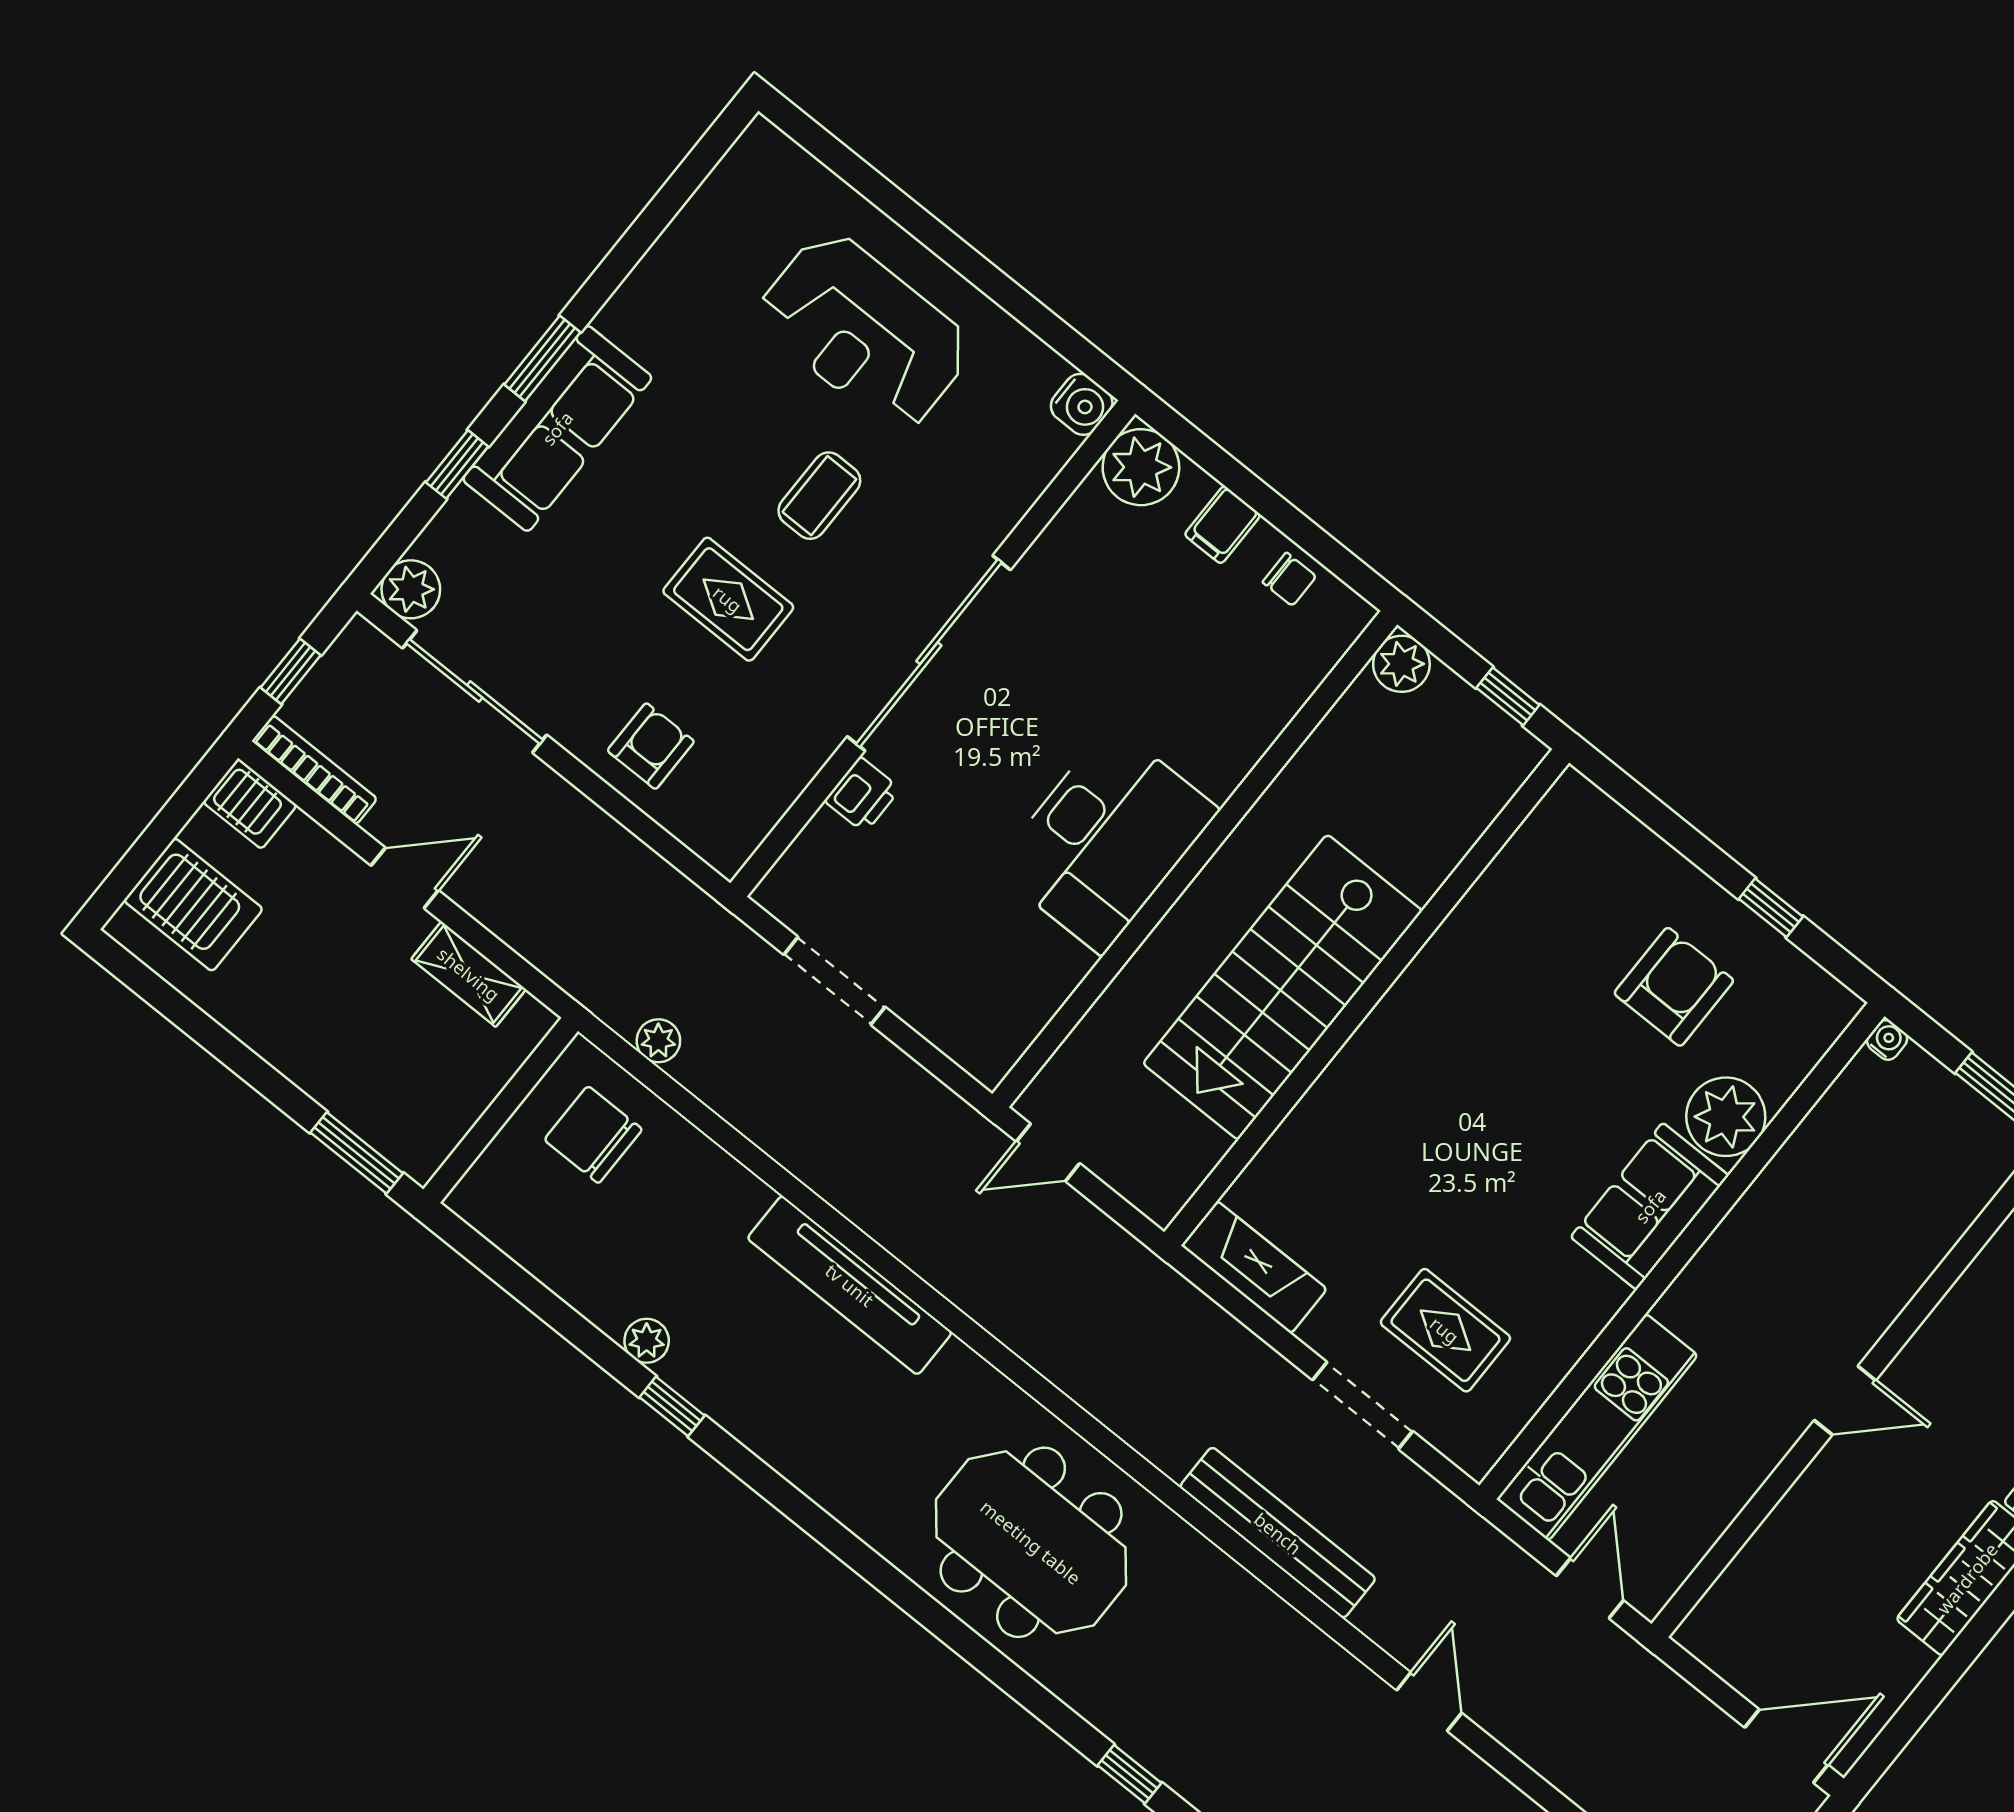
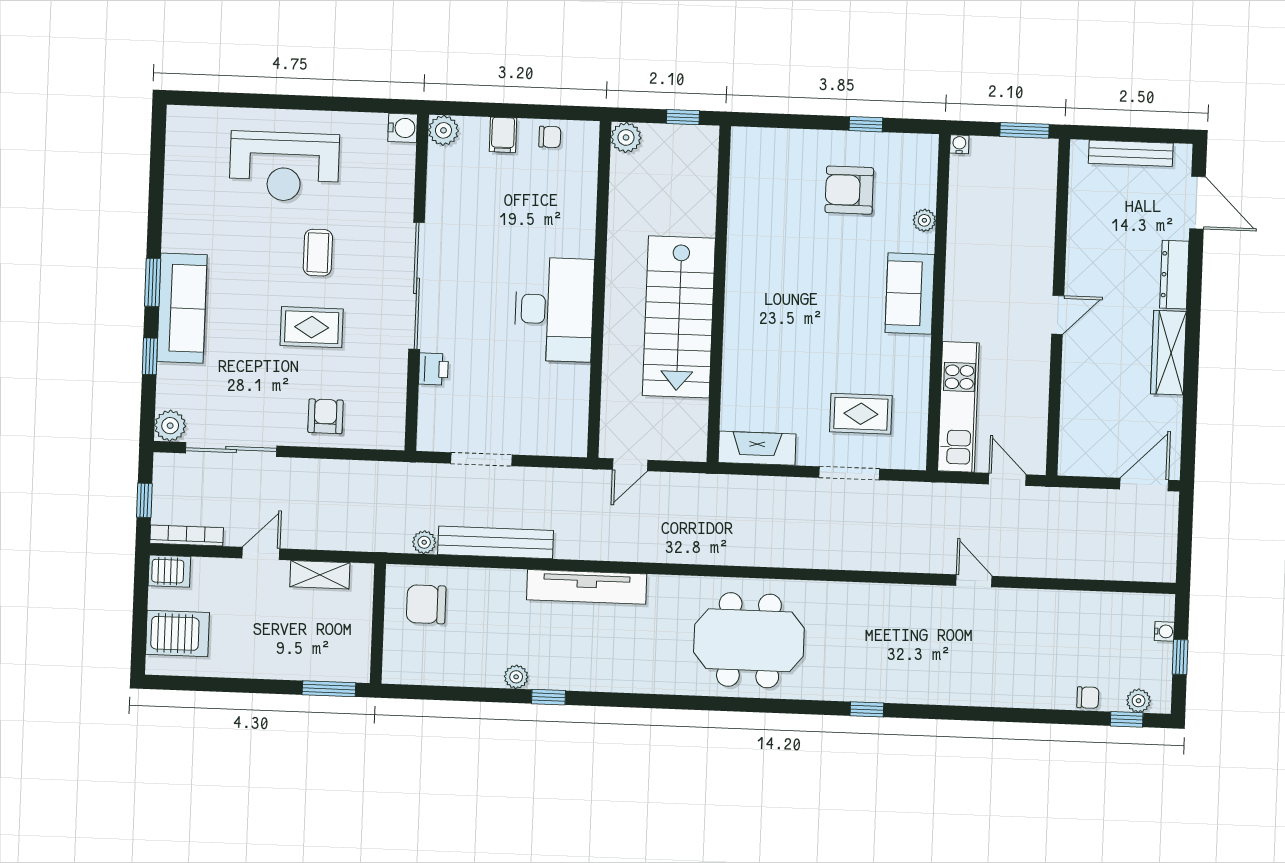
plant: (1141, 467) -> (443, 130), width x0.73, depth x0.73
armchair: (1674, 987) -> (849, 190), turned -90
plant: (1726, 1117) -> (924, 220), width x0.53, depth x0.53
bench: (1278, 1533) -> (496, 542), moved

